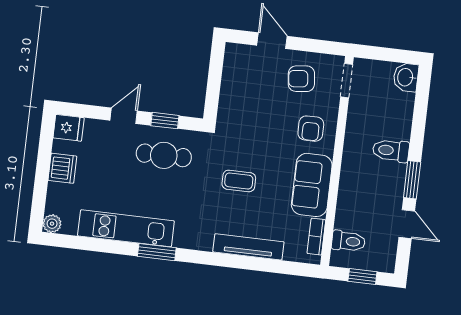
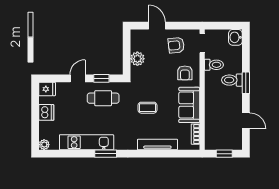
plant: (232, 94) -> (137, 59), added
window: (412, 180) -> (246, 83), moved
toilet: (348, 241) -> (214, 65), moved

